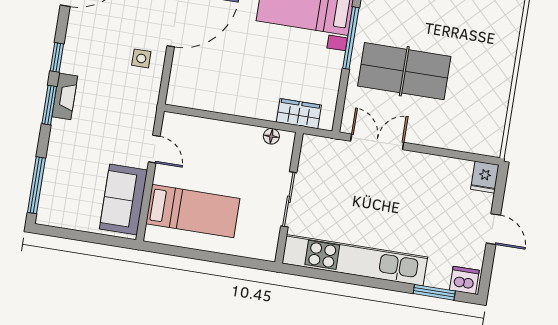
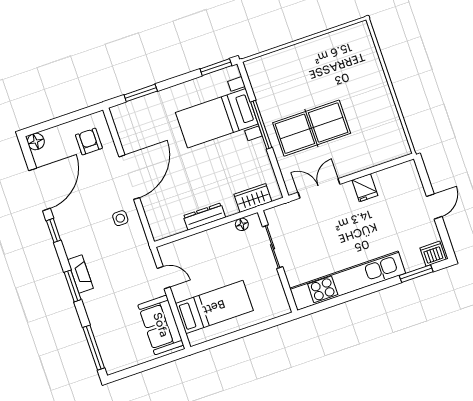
window: (57, 57) -> (54, 230), moved
dresser: (235, 106) -> (204, 217), added
fridge: (485, 177) -> (365, 188), moved
sliding door: (289, 199) -> (273, 247), moved
door: (493, 229) -> (434, 206), hinge flipped

